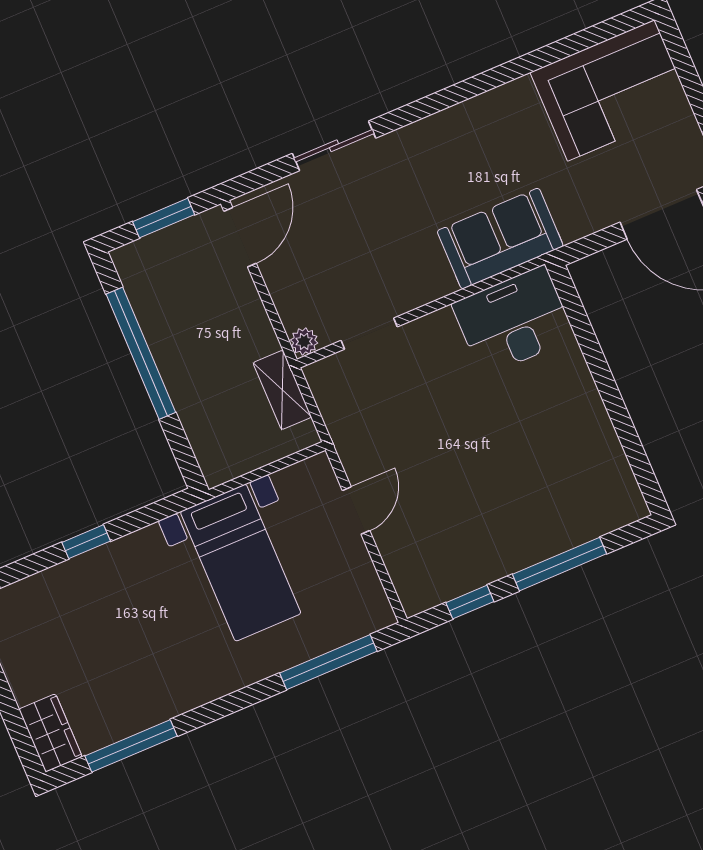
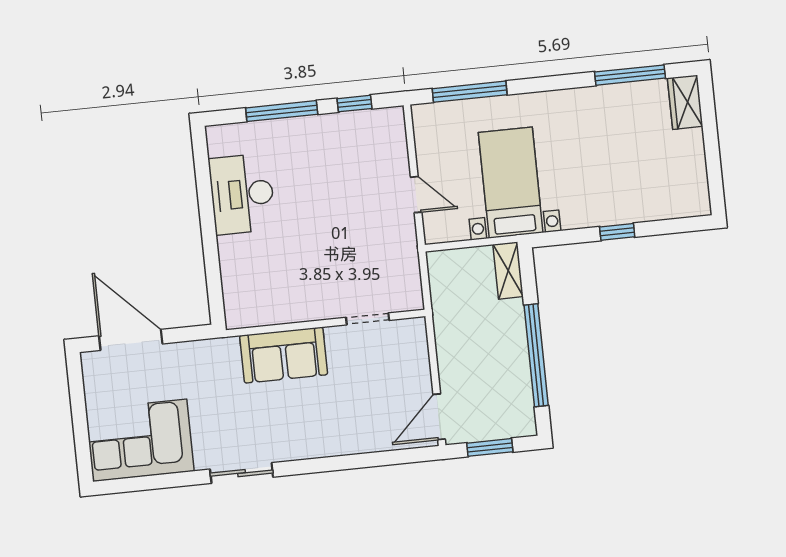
sliding door: (334, 146) -> (242, 473), moved
sofa: (500, 238) -> (284, 355), moved
desk: (514, 321) -> (242, 194), moved, turned 90
plant: (304, 341) -> (416, 328), removed
shelving: (282, 390) -> (508, 271), moved
door: (356, 511) -> (416, 195), swing flipped

